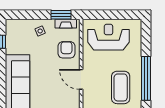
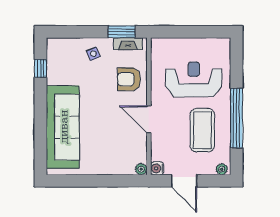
reception desk: (108, 37) -> (194, 79), moved
armchair: (66, 50) -> (129, 79), turned -90

